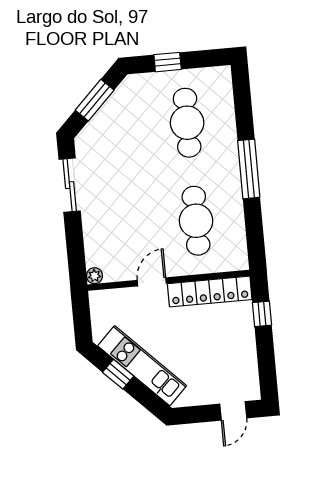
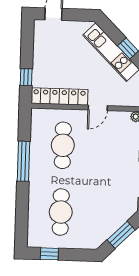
window: (168, 62) -> (49, 254), moved
window: (249, 169) -> (23, 161), moved

